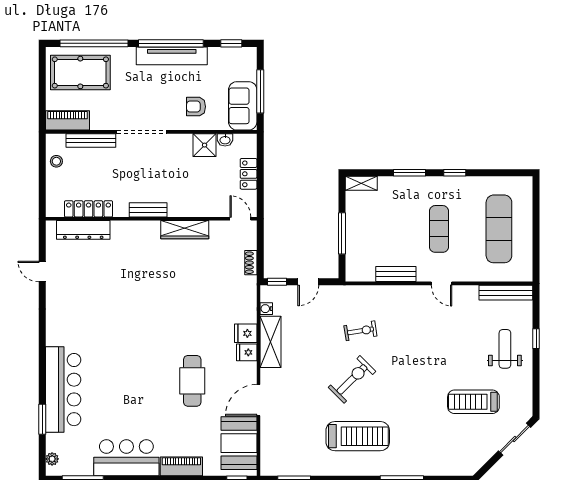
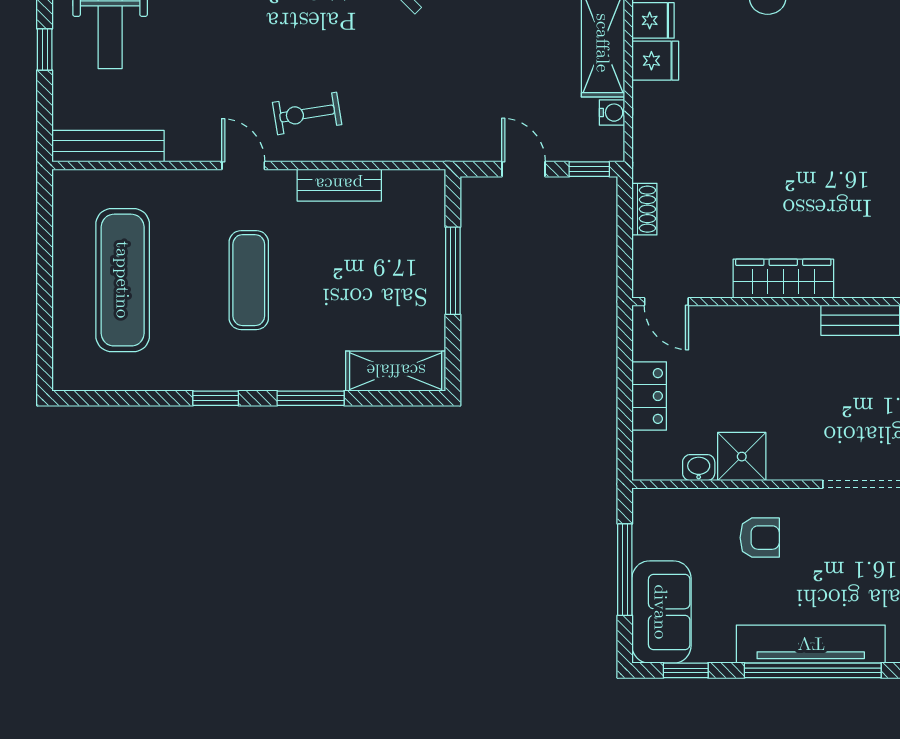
sofa: (243, 106) -> (661, 612), moved
shelving: (361, 183) -> (396, 371), width x1.50, depth x1.33
door: (308, 282) -> (524, 169), hinge flipped
exercise bike: (360, 331) -> (307, 113), moved

